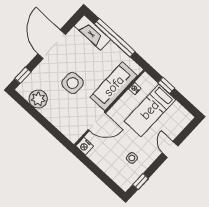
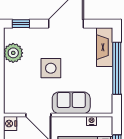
sofa: (114, 86) -> (71, 103), width x0.73

